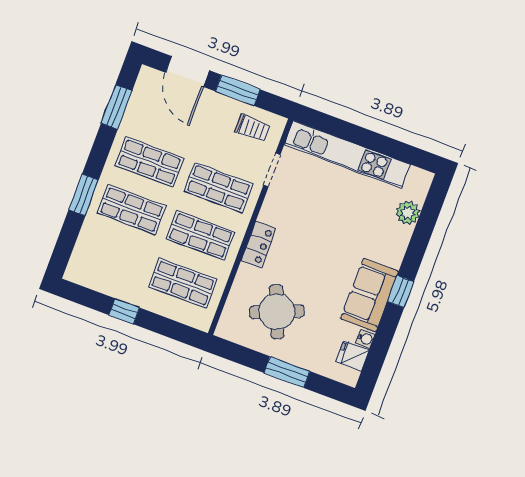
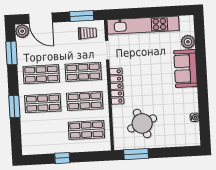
plant: (149, 79) -> (22, 31), added
window: (238, 90) -> (82, 16), moved
locker: (258, 245) -> (117, 86), width x1.53
window: (401, 292) -> (202, 85), removed
sofa: (370, 295) -> (186, 69), moved
fridge: (353, 356) -> (192, 129), removed
window: (287, 372) -> (136, 154), moved

